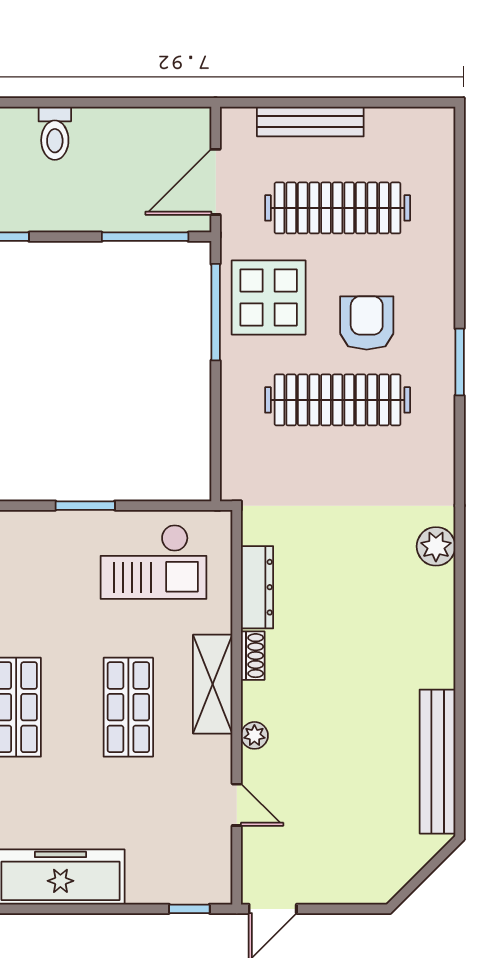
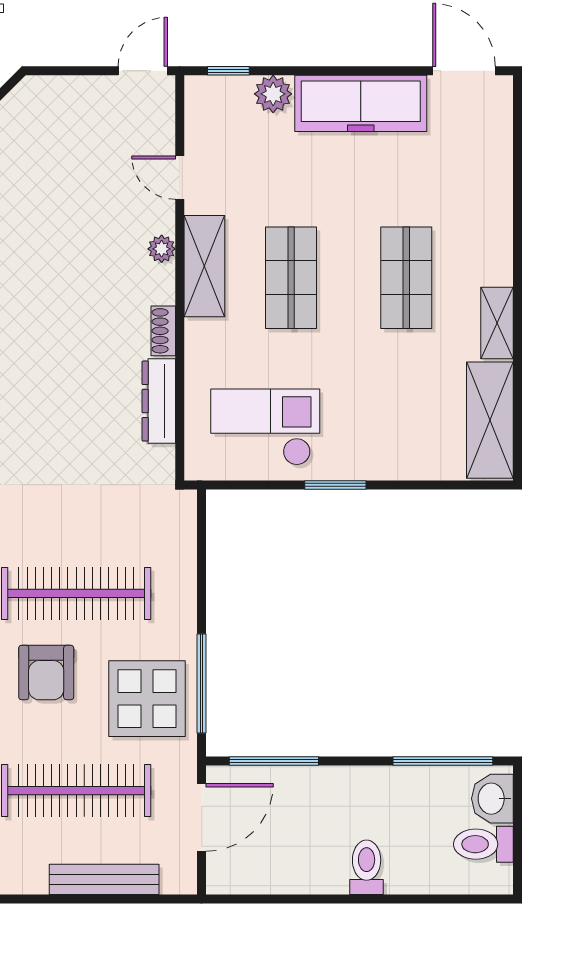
shelving: (213, 684) -> (204, 266), moved
plant: (146, 886) -> (273, 94), added

